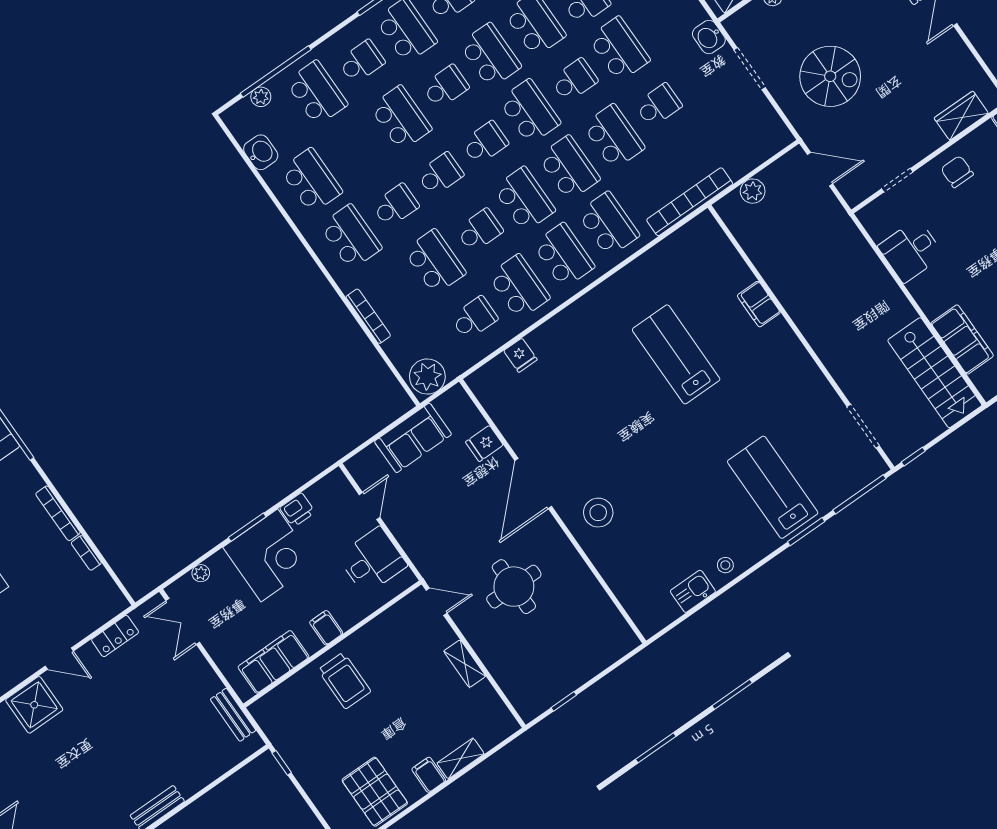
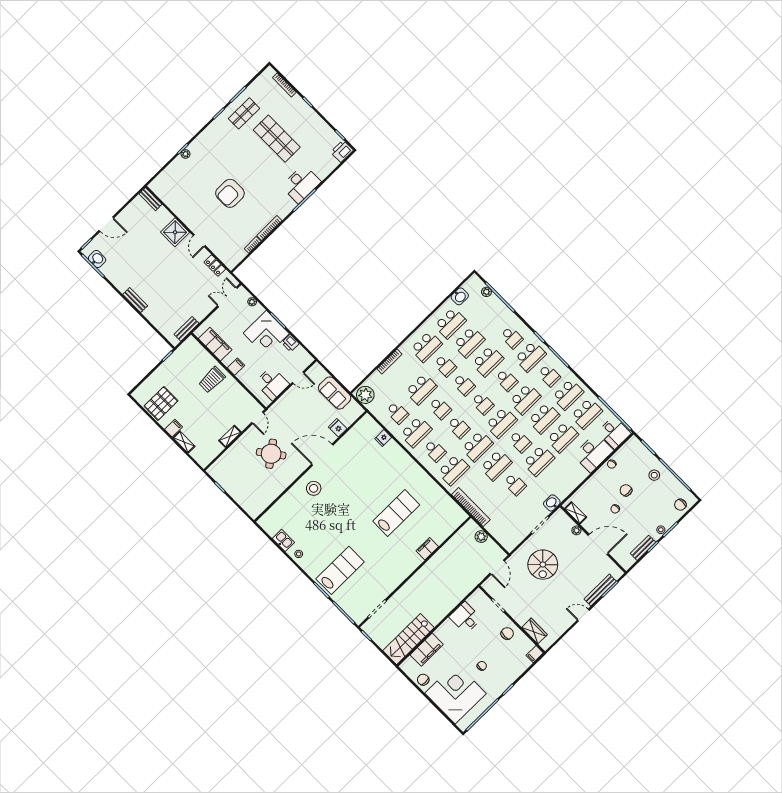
school desk: (317, 93) -> (469, 342), moved
school desk: (524, 199) -> (459, 427), width x0.54
school desk: (564, 255) -> (435, 451), width x0.54
round table: (514, 587) -> (271, 454), turned -37

